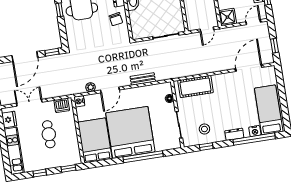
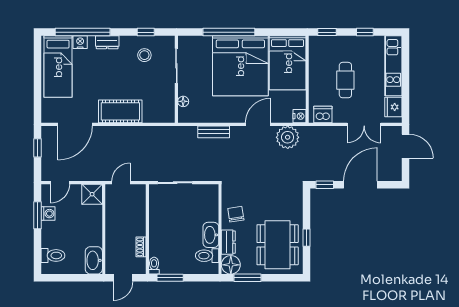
plant: (91, 87) -> (288, 137), width x1.88, depth x1.88
cot: (196, 87) -> (120, 111), moved

